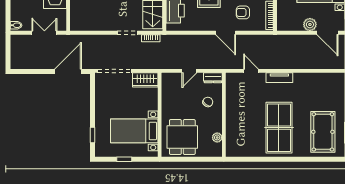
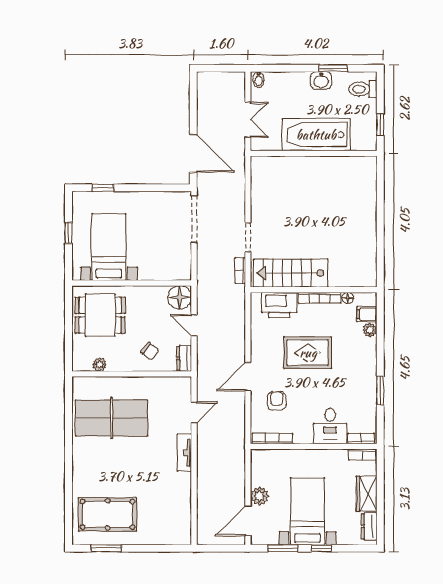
wardrobe: (145, 80) -> (181, 263), removed
floor lamp: (170, 81) -> (180, 297), added
table tennis table: (279, 128) -> (112, 418), moved

